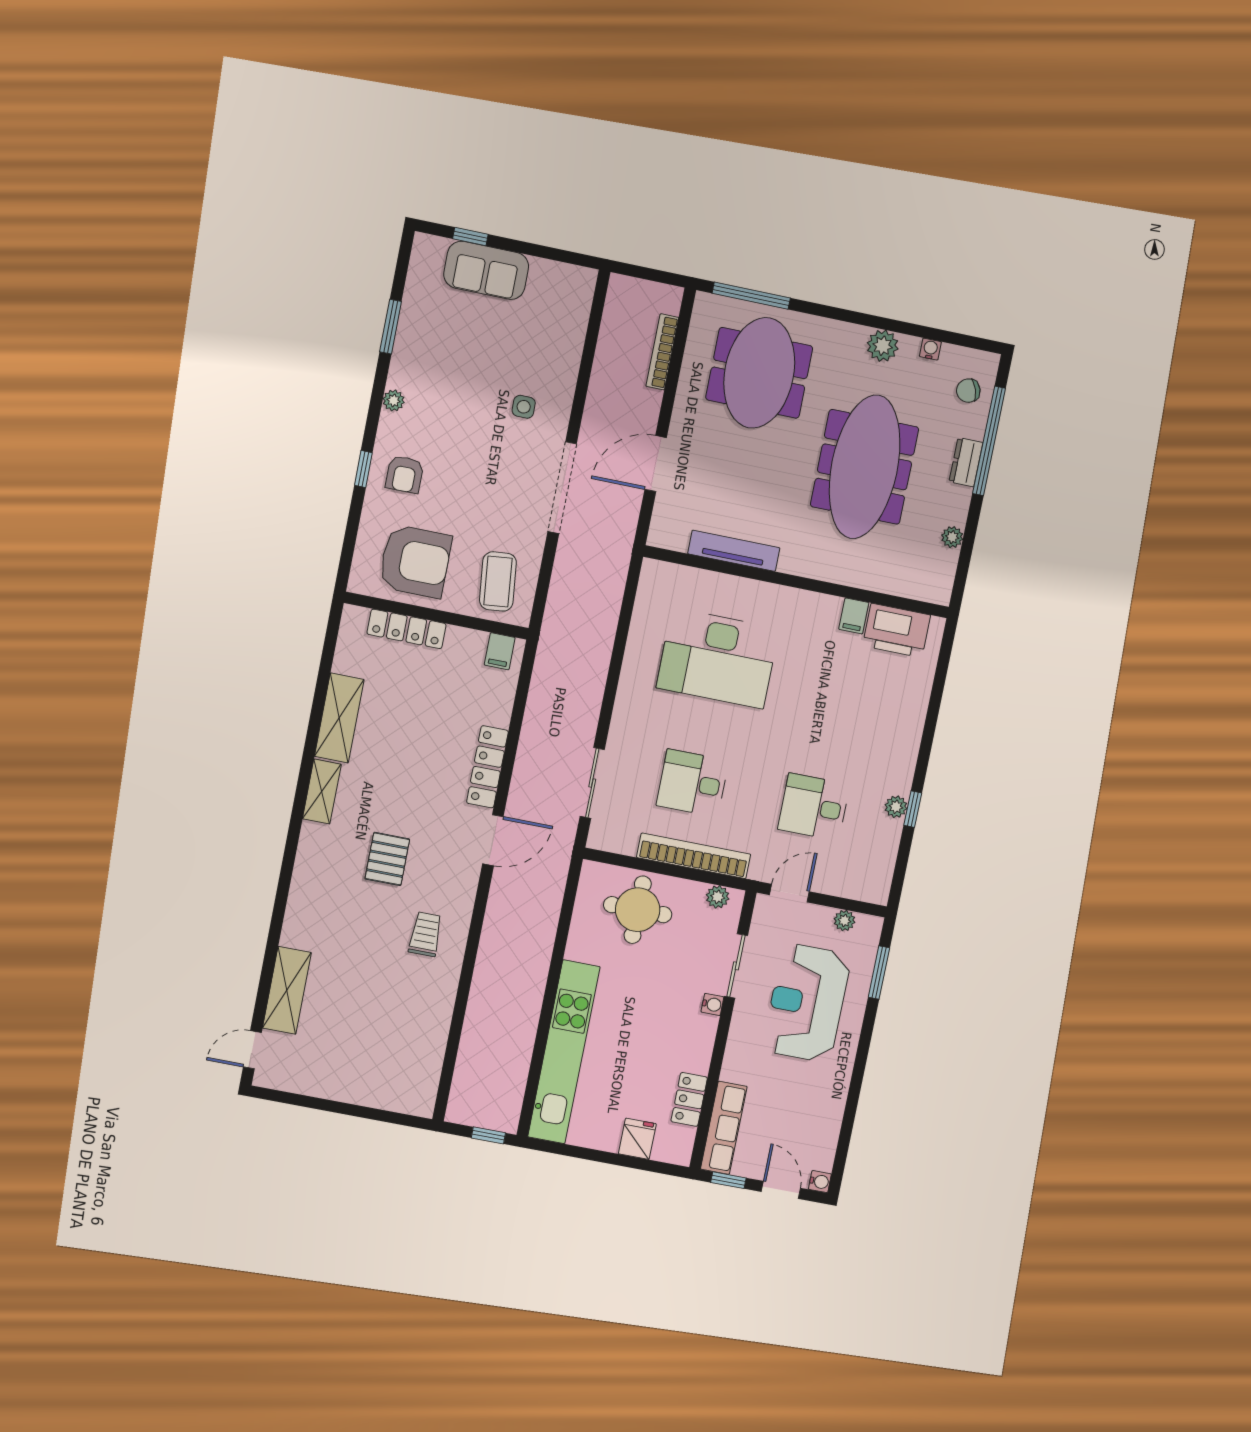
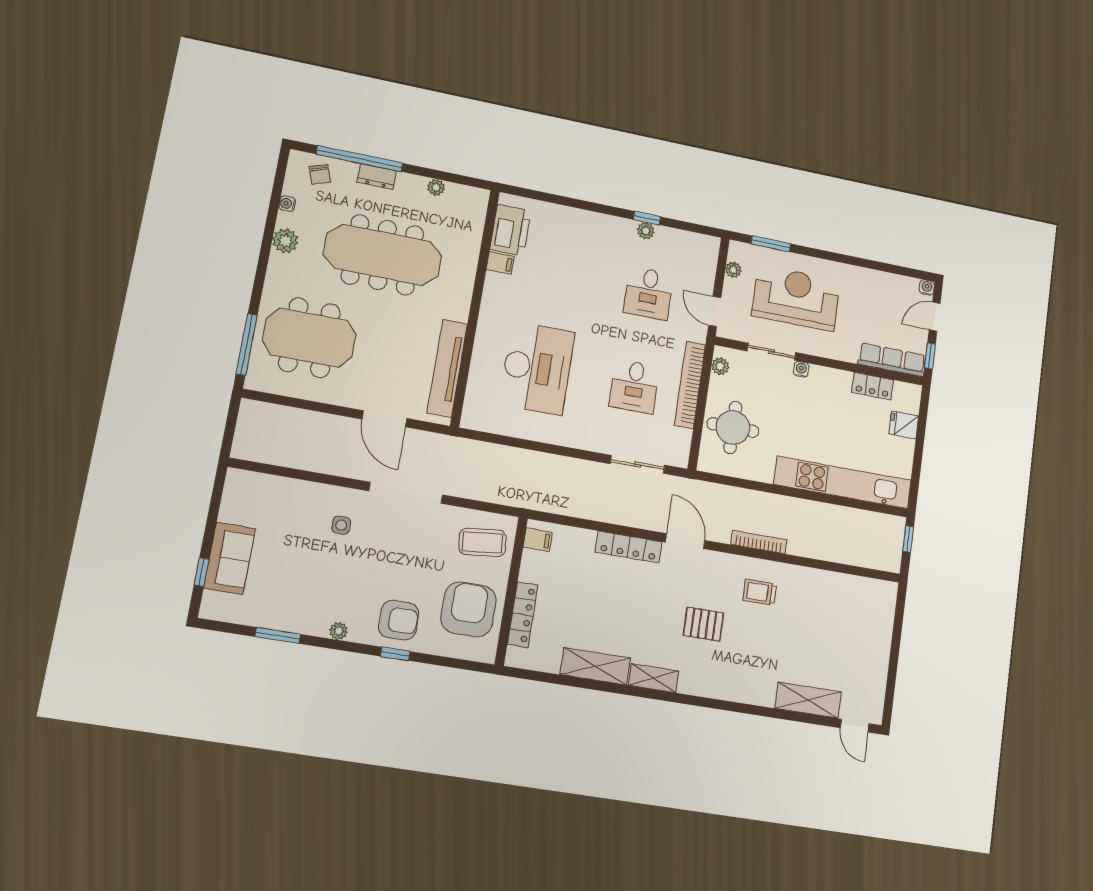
bookcase: (662, 352) -> (759, 542), moved, turned 180
armchair: (405, 474) -> (399, 620), width x1.38, depth x1.38
tv unit: (734, 551) -> (447, 368), width x1.36, depth x1.29
reception desk: (807, 1003) -> (796, 298), turned 180

